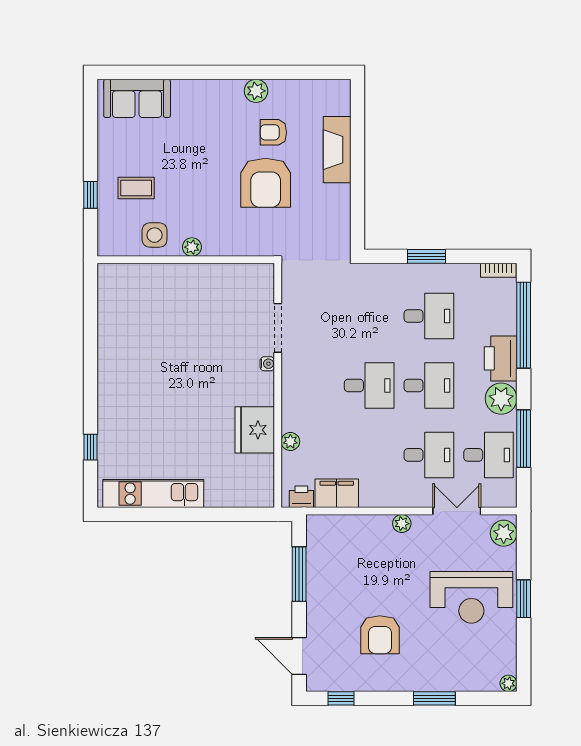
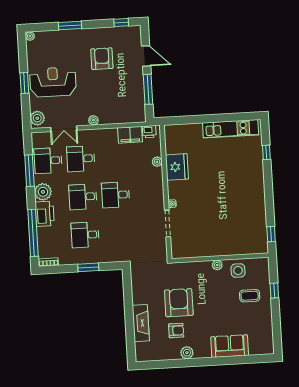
sofa: (137, 98) -> (230, 346), moved
window: (91, 298) -> (271, 234), added
door: (299, 656) -> (146, 56), moved

